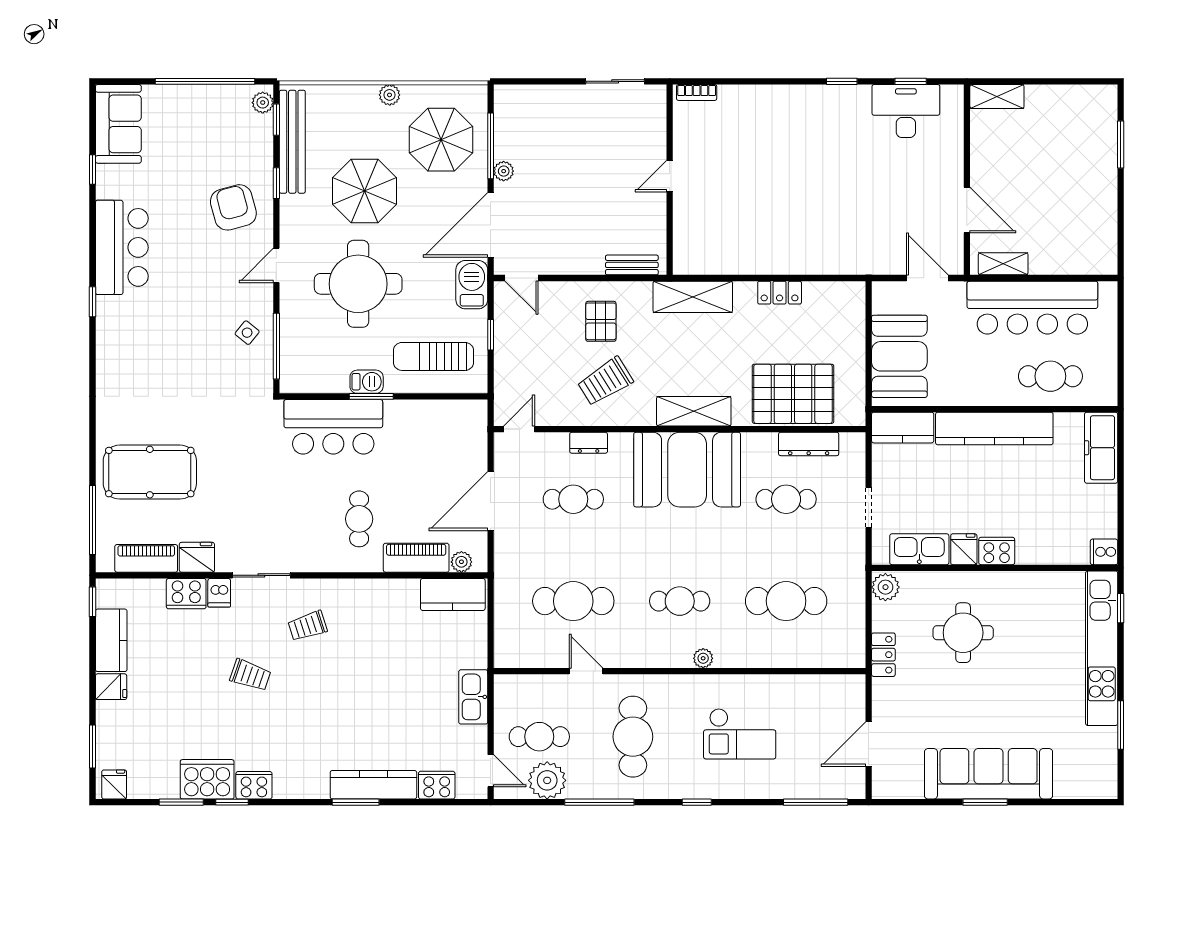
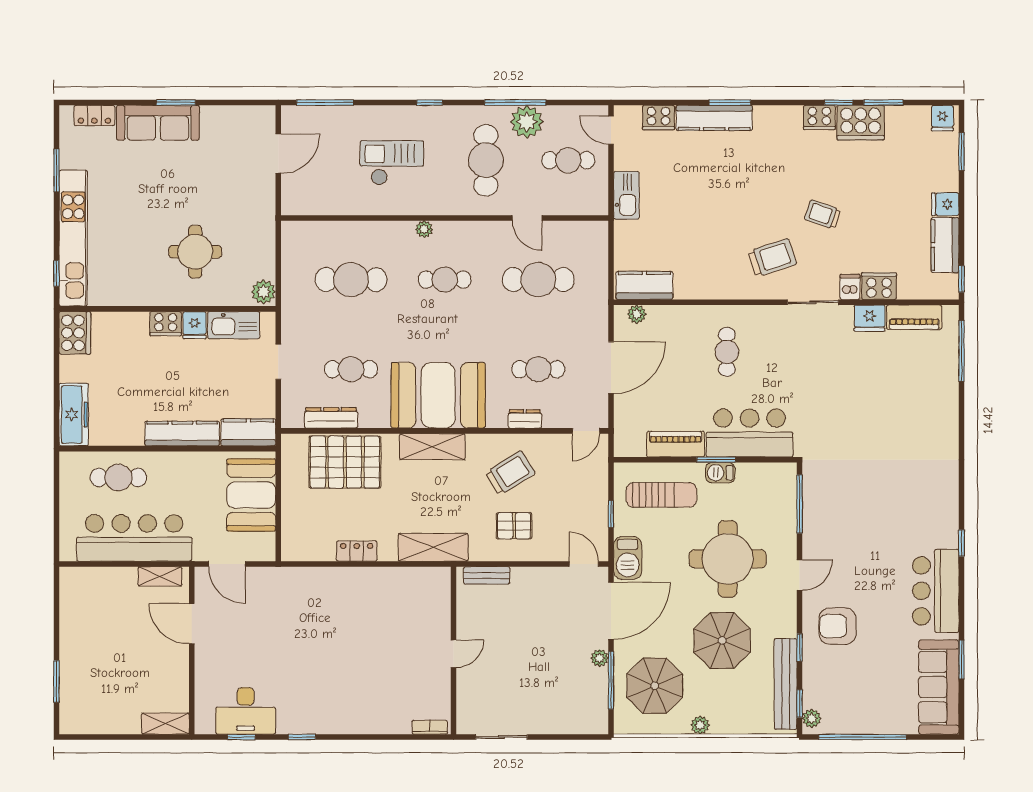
sofa: (118, 124) -> (939, 687), width x1.36
window: (92, 169) -> (961, 659), width x1.50
armchair: (233, 207) -> (837, 626), turned 105
pallet: (601, 321) -> (514, 526), turned 90
side table: (247, 333) -> (825, 516), removed
kitchen counter: (994, 428) -> (182, 434), width x0.72, depth x0.86
pool table: (150, 472) -> (911, 393), removed
cooker: (1104, 552) -> (75, 333), width x1.87, depth x1.31
piano: (416, 558) -> (676, 444), moved, turned 180
trolley: (308, 626) -> (772, 258), width x1.36, depth x1.39
locker: (883, 655) -> (94, 116), moved, turned -90
sofa: (989, 774) -> (158, 123), width x0.74, depth x0.79
plant: (547, 780) -> (527, 122), moved

